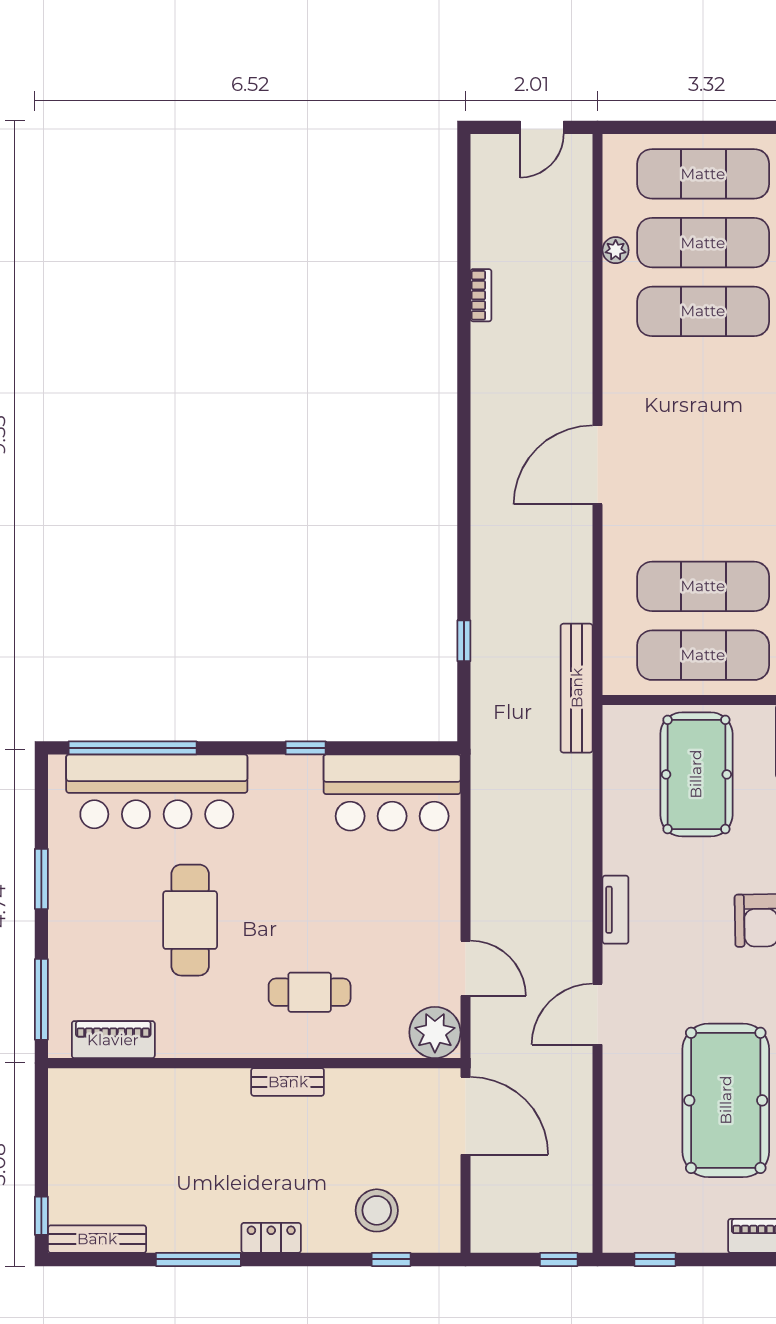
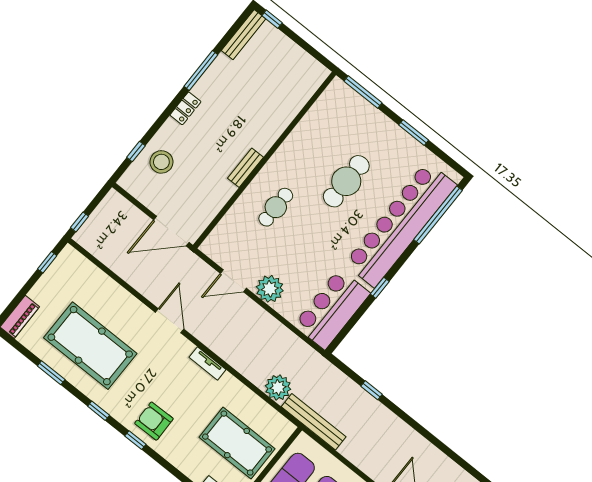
plant: (568, 779) -> (278, 387), added
bar counter: (157, 791) -> (401, 224), width x1.36
cafe table: (190, 920) -> (346, 181), turned 90
plant: (435, 1032) -> (270, 289), moved
piano: (113, 1040) -> (322, 109), removed

